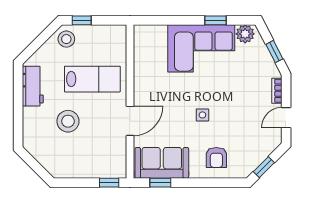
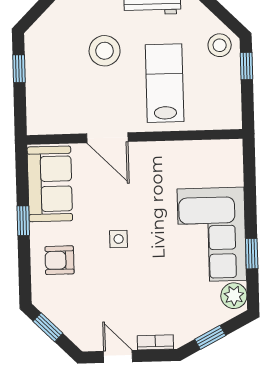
lab bench: (92, 79) -> (165, 83), turned 180
window: (109, 183) -> (19, 69), moved
window: (160, 183) -> (23, 221), moved

